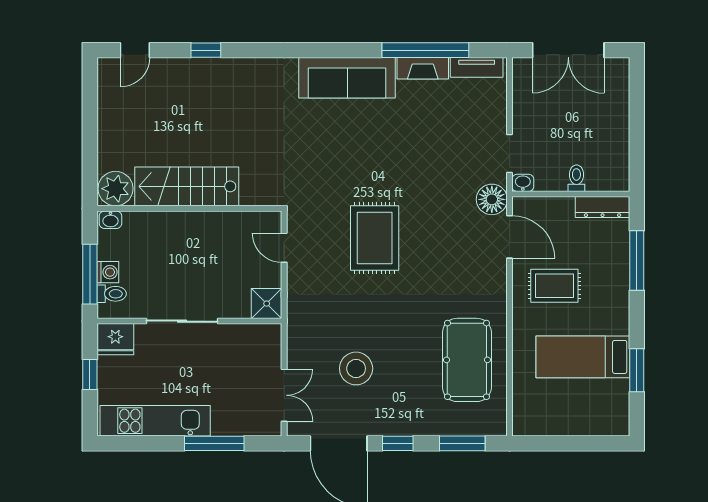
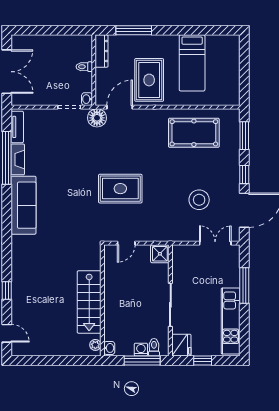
plant: (115, 189) -> (95, 345), width x0.53, depth x0.53
rug: (554, 286) -> (149, 80), width x1.36, depth x1.43
window: (637, 370) -> (200, 30), removed

